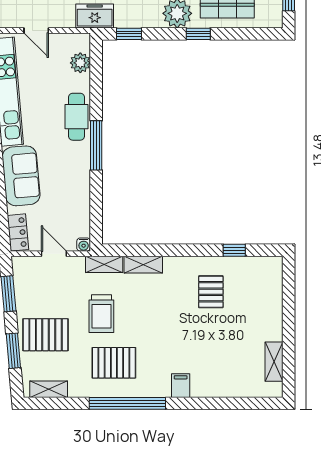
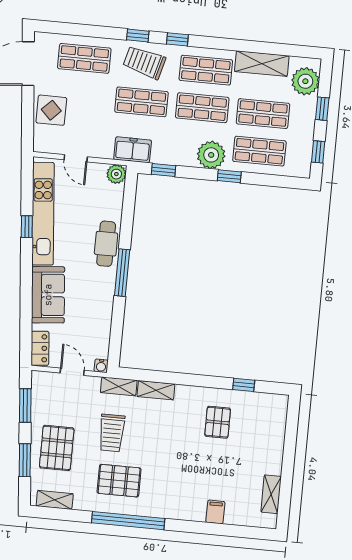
plant: (80, 63) -> (116, 174), moved
pallet: (46, 335) -> (57, 448), turned 90
filing cabinet: (181, 386) -> (215, 512), moved

